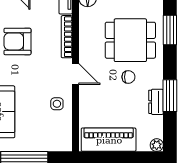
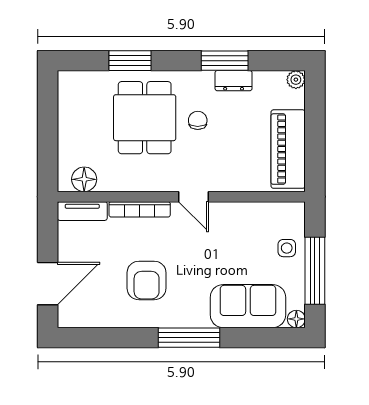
door: (76, 74) -> (194, 197), swing flipped
side table: (57, 104) -> (287, 248), moved

